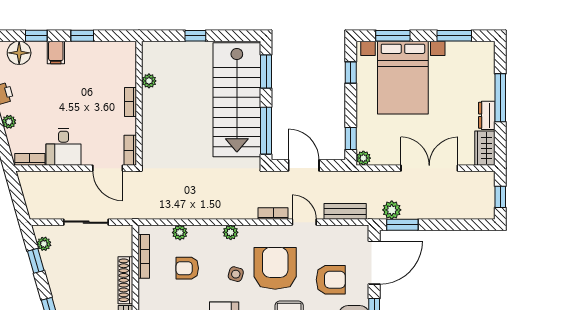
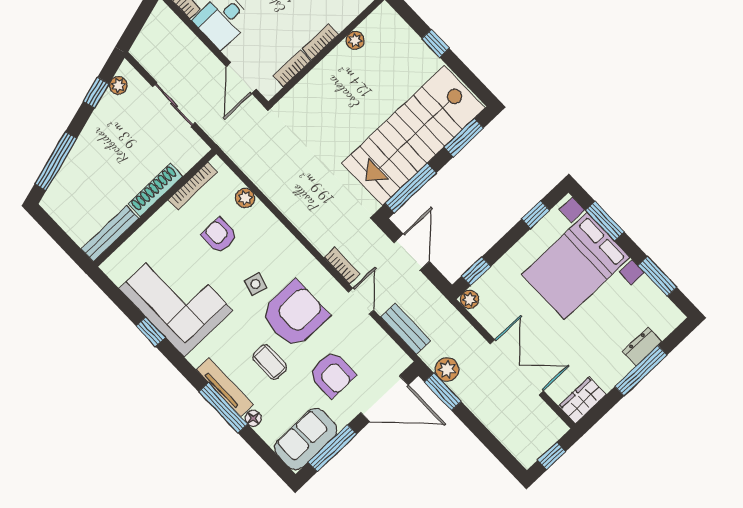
dresser: (487, 115) -> (642, 346), moved
bookcase: (130, 150) -> (292, 68), moved
plant: (231, 232) -> (289, 244), removed

